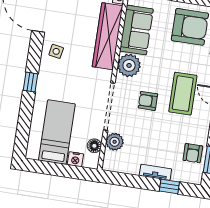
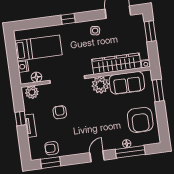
coffee table: (183, 94) -> (92, 129), removed
armchair: (148, 101) -> (60, 112), moved
plant: (115, 142) -> (32, 92), moved
window: (169, 187) -> (21, 118), moved

